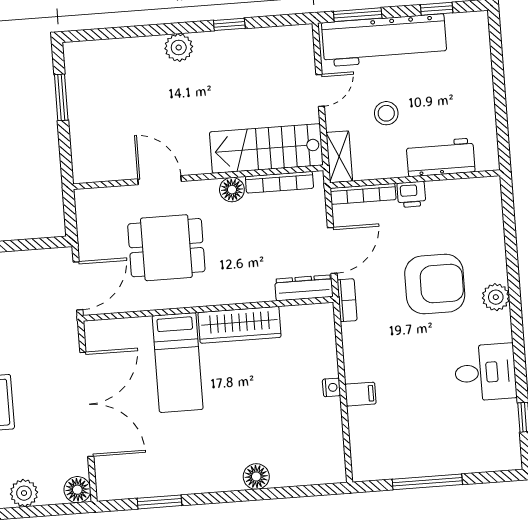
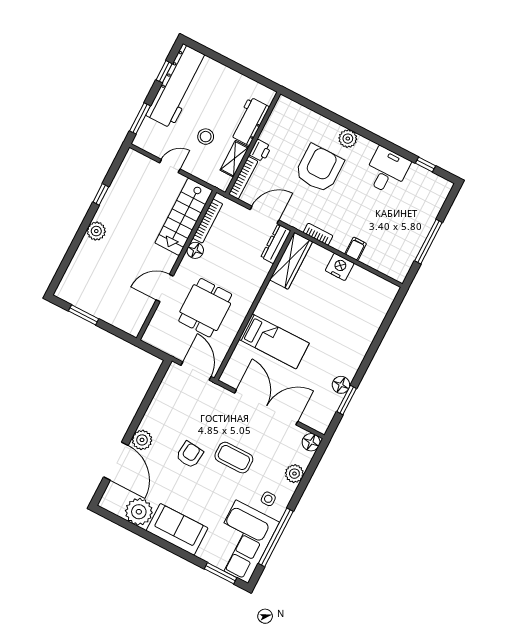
workbench: (384, 40) -> (177, 86), moved
door: (320, 90) -> (170, 166), hinge flipped
shelving: (339, 157) -> (234, 159), moved, turned 90
door: (332, 250) -> (264, 215), hinge flipped
bookcase: (347, 300) -> (318, 234), moved
wardrobe: (239, 325) -> (291, 261), moved
nightstand: (331, 387) -> (340, 267), width x1.89, depth x1.79
floor lamp: (256, 477) -> (341, 385), moved

